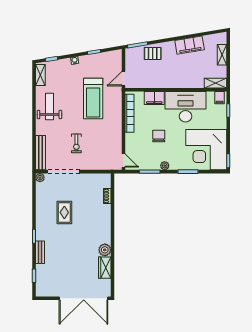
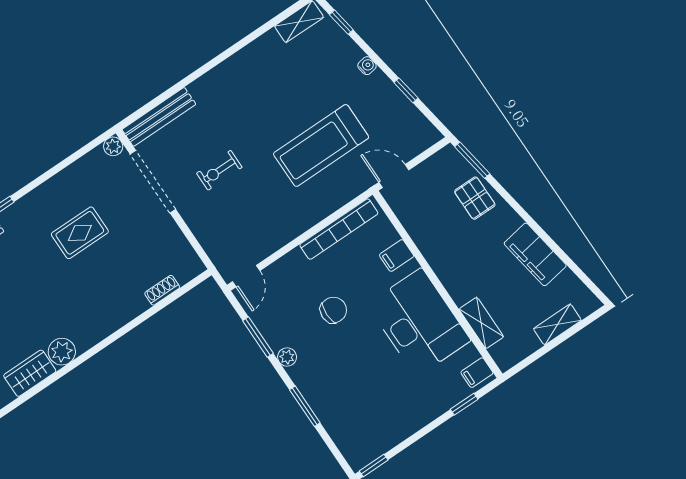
shelving: (215, 83) -> (481, 323), moved
filing cabinet: (154, 98) -> (397, 255), width x0.50
weight bench: (49, 107) -> (253, 76), removed
corner desk: (206, 150) -> (367, 412), removed

